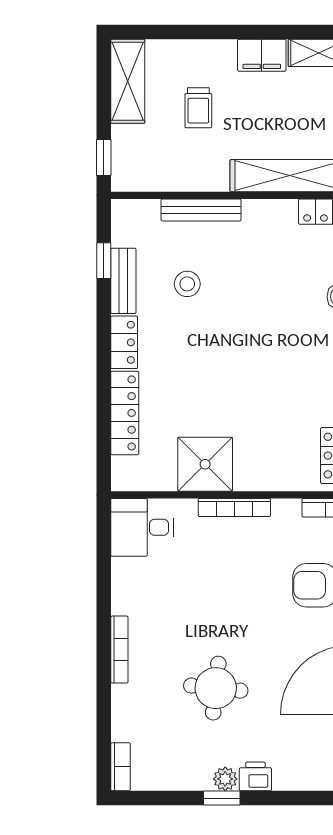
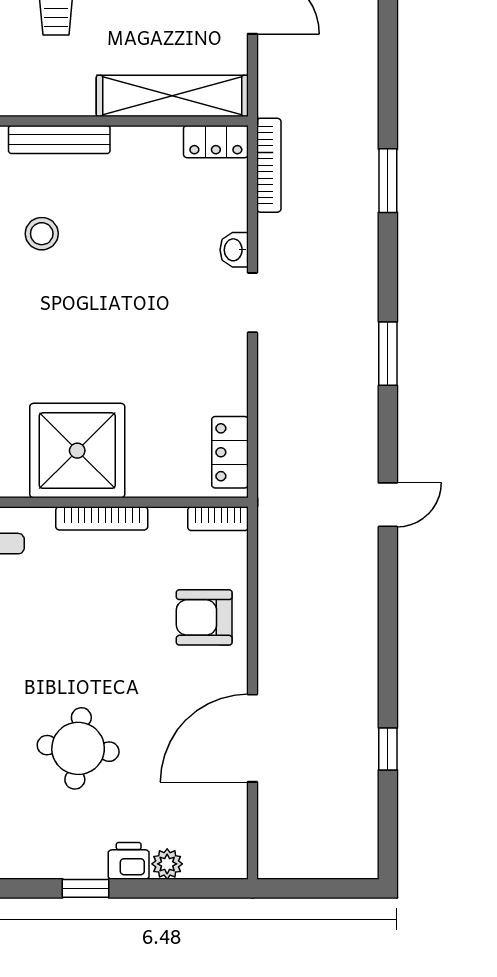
shower: (205, 464) -> (77, 451), width x1.37, depth x1.37
plant: (225, 779) -> (167, 864), moved

